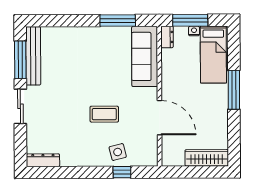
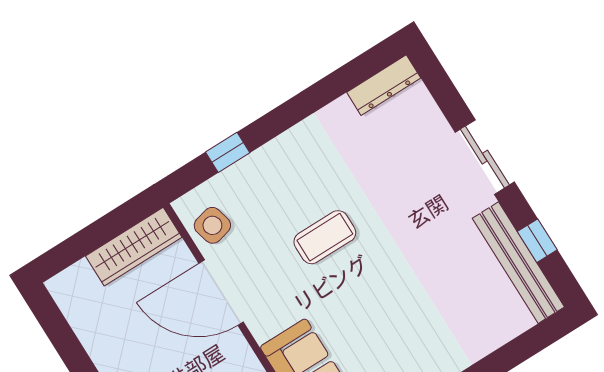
window: (20, 60) -> (537, 241), width x0.46
side table: (118, 152) -> (212, 225), moved
wardrobe: (207, 158) -> (134, 247), moved

